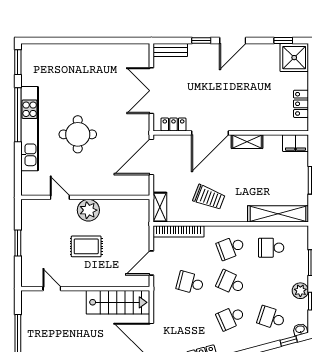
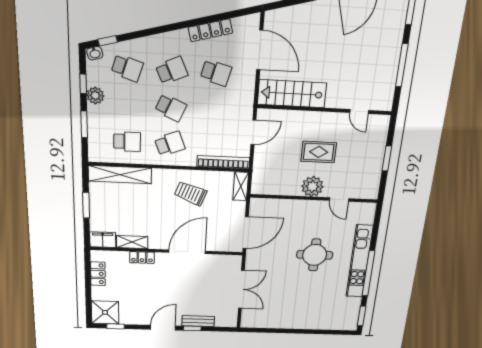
bench: (170, 50) -> (198, 321), moved
locker: (173, 124) -> (142, 257), moved
shelving: (247, 142) -> (132, 242), moved
school desk: (190, 283) -> (216, 73), moved

